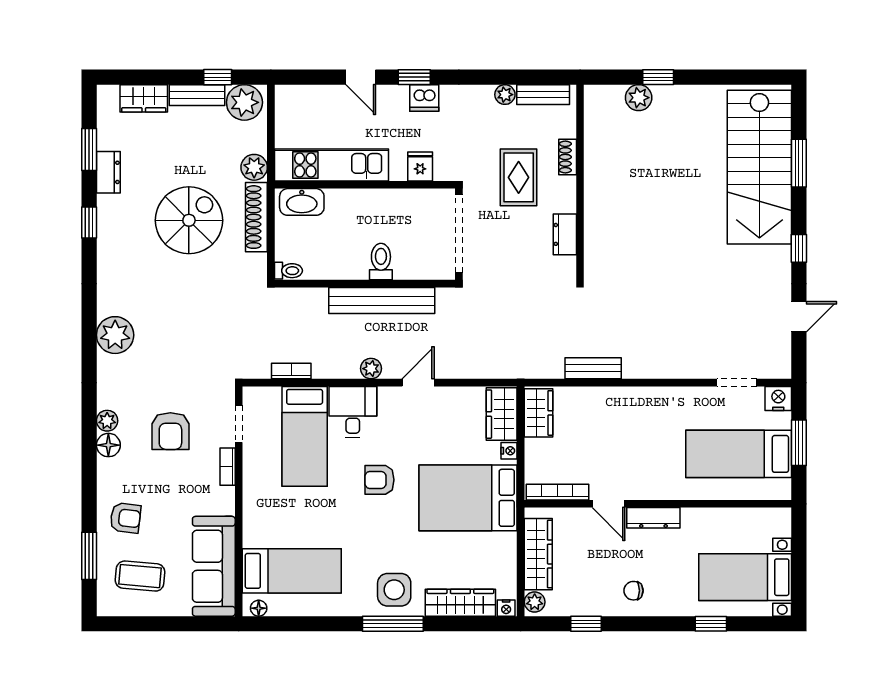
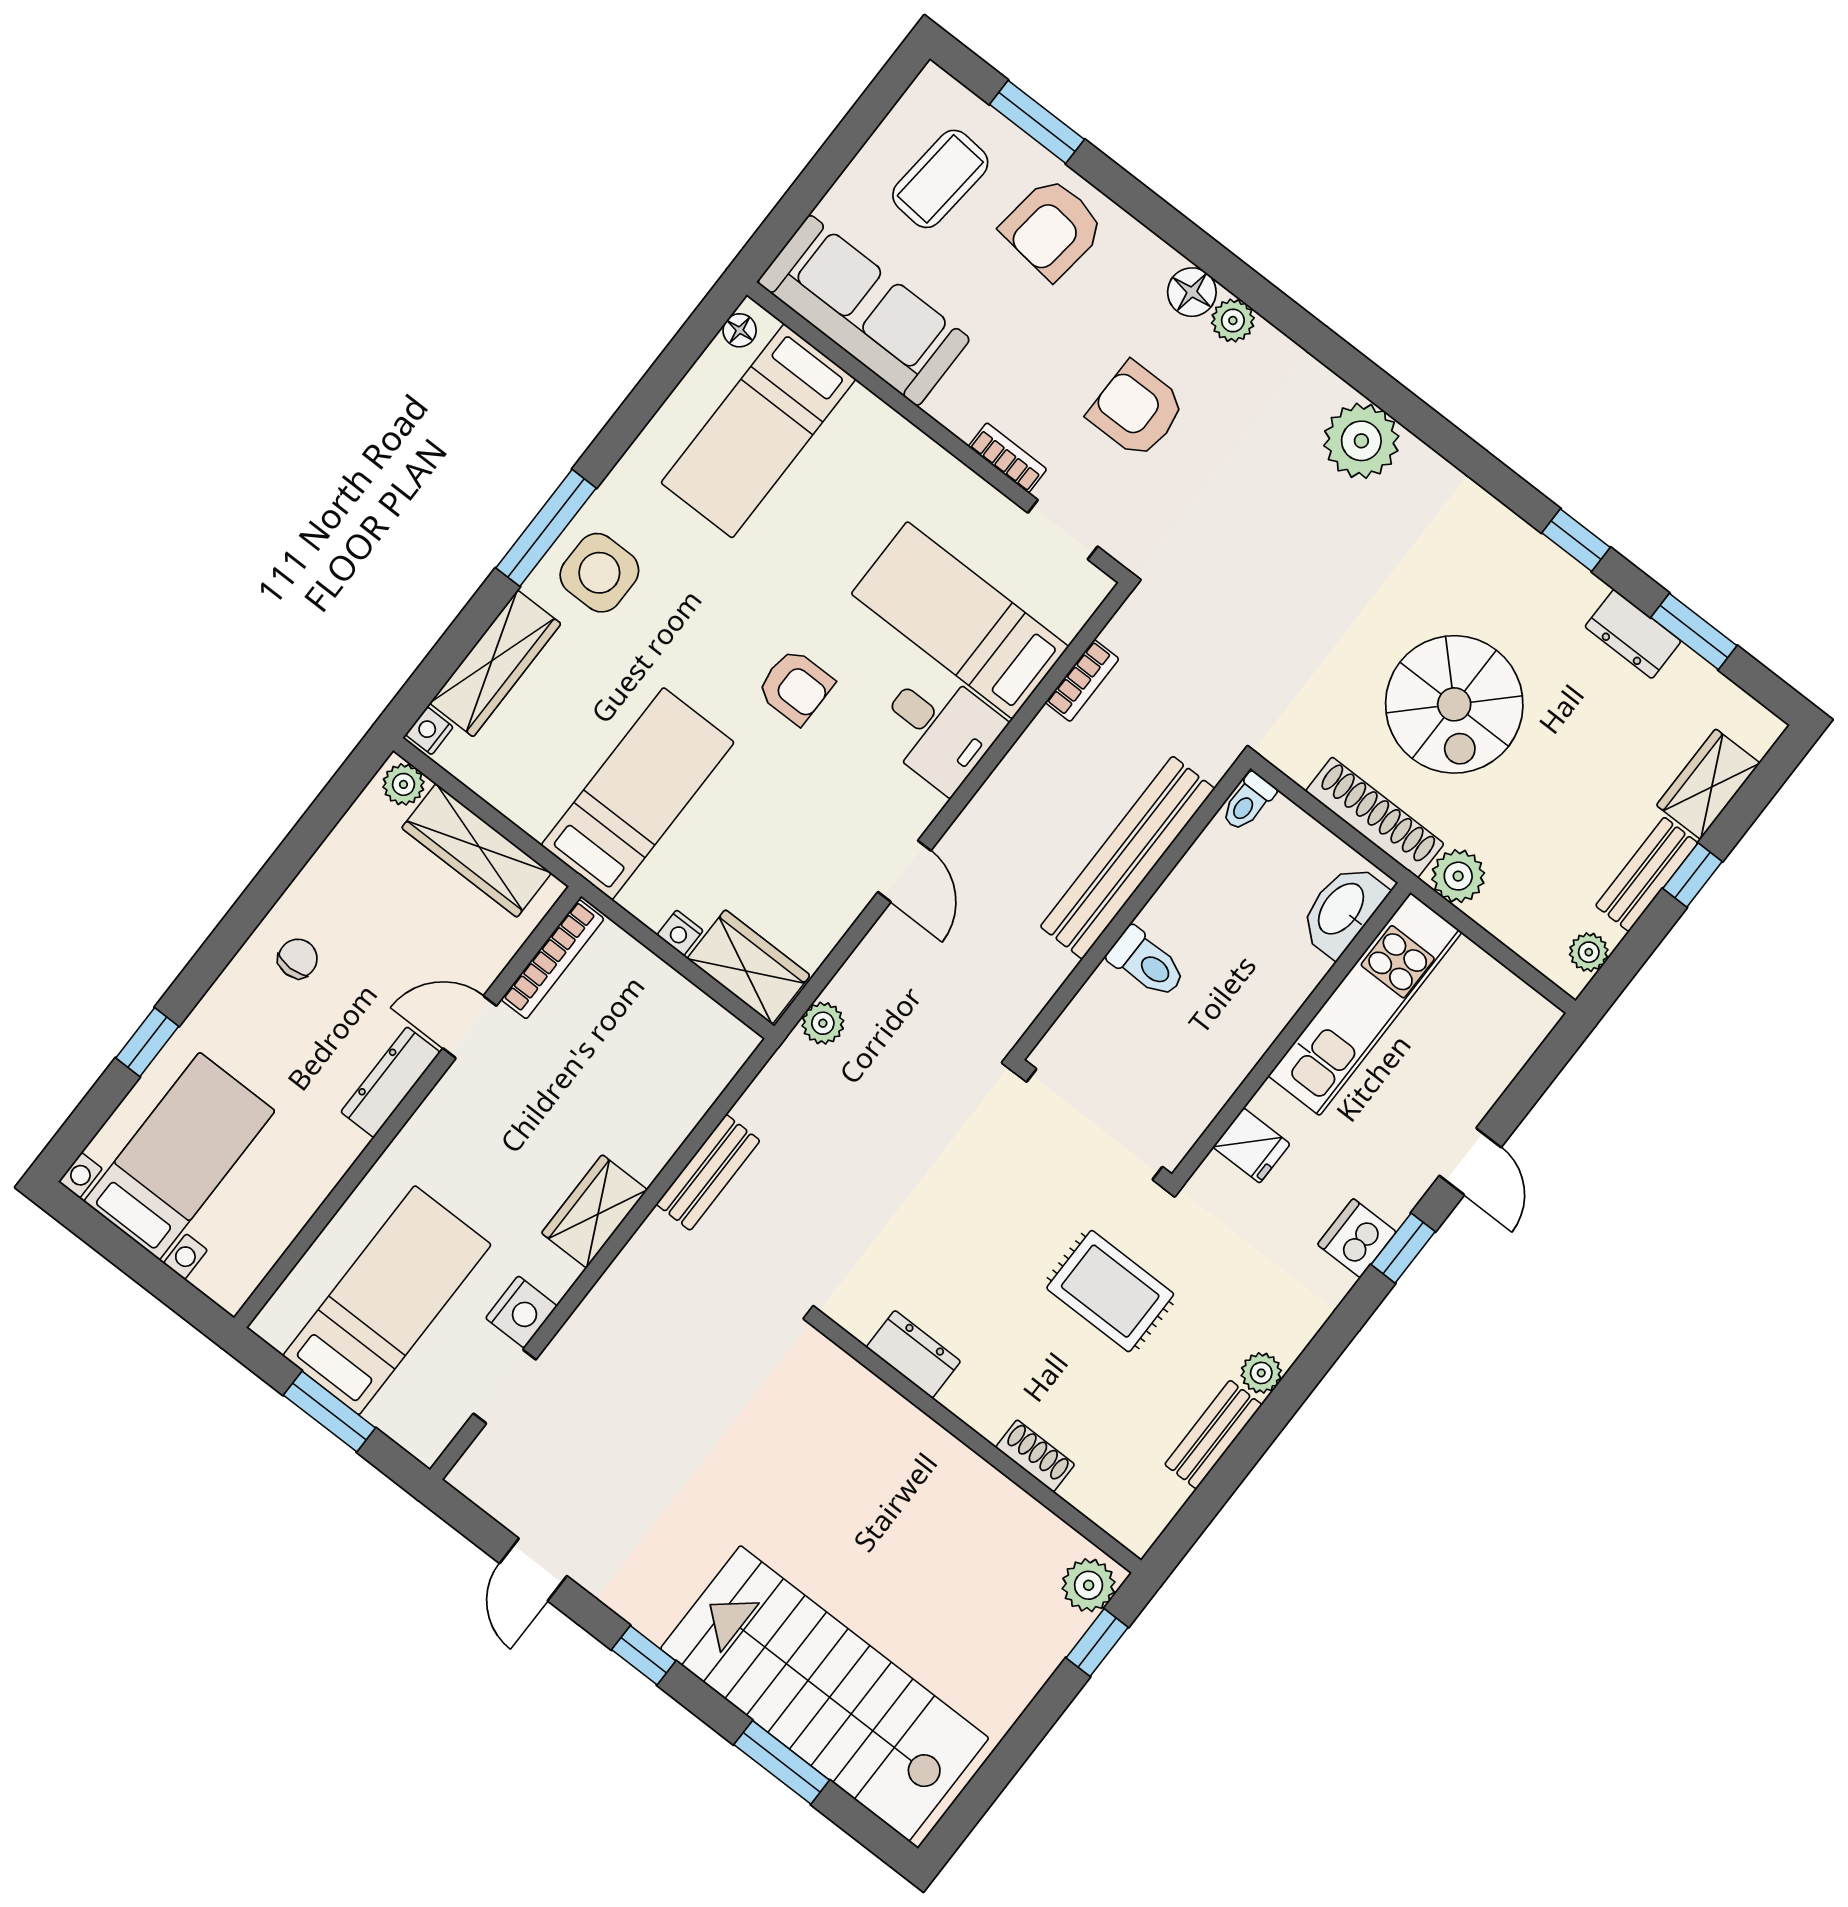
window: (218, 77) -> (1692, 875), moved
door: (361, 77) -> (1470, 1162), swing flipped
plant: (244, 102) -> (1589, 952), width x0.53, depth x0.53
shoe rack: (568, 157) -> (1035, 1456), moved
wall: (580, 182) -> (979, 1444), moved
dresser: (565, 234) -> (913, 1354), moved
bench: (382, 301) -> (1127, 858), moved
plant: (371, 369) -> (823, 1023), moved
nightstand: (778, 398) -> (521, 1312), moved
wardrobe: (538, 413) -> (594, 1211), moved, turned 90
armchair: (380, 480) -> (795, 687), turned 90
bed: (468, 498) -> (638, 794), width x0.67
armchair: (125, 518) -> (1053, 228), width x1.38, depth x1.38
window: (586, 624) -> (304, 840), removed

